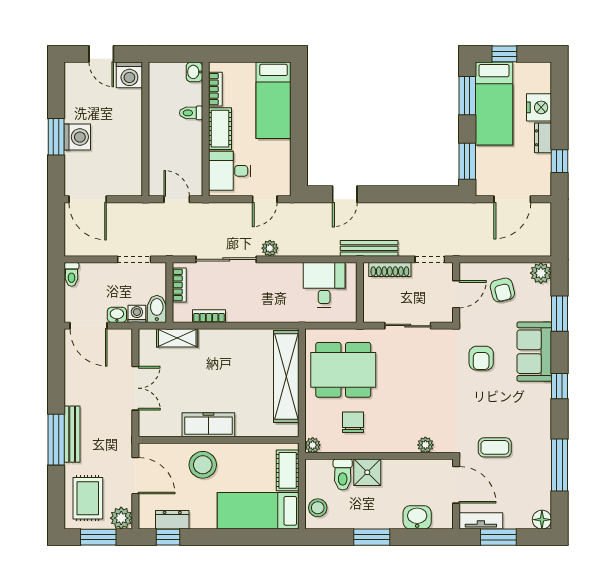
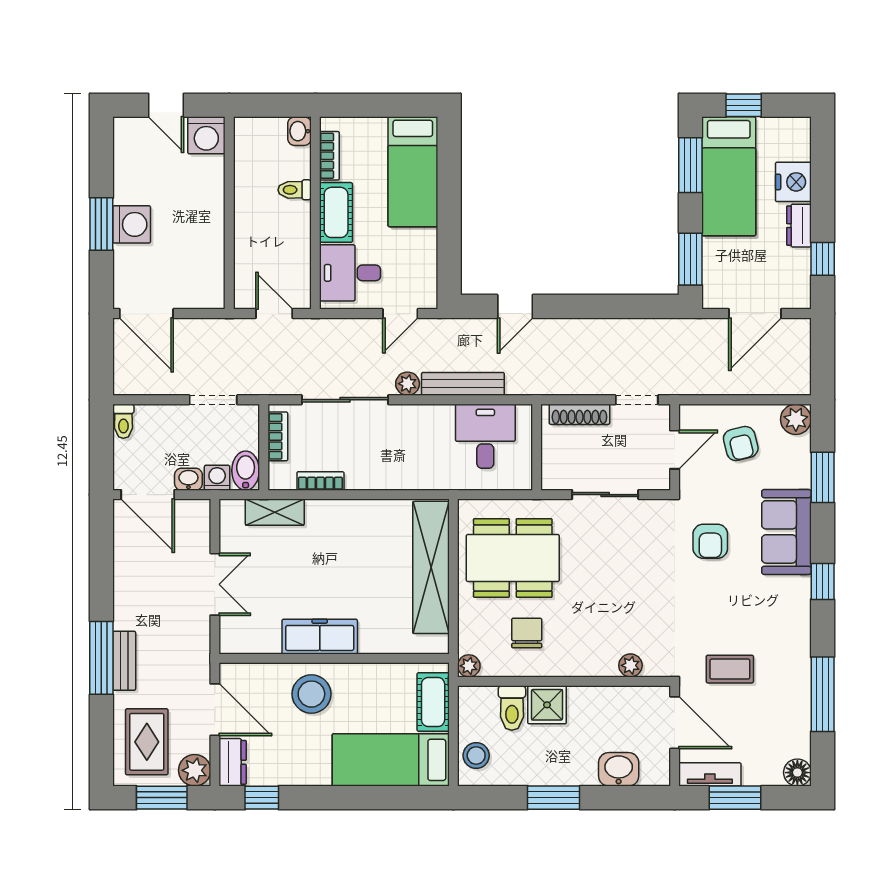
bench: (369, 248) -> (463, 384), moved
bench: (72, 434) -> (124, 661), width x0.73
dresser: (172, 520) -> (233, 762), moved, turned 90

